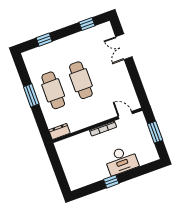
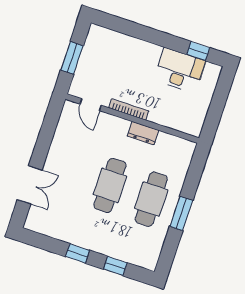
window: (87, 24) -> (78, 253), moved
dresser: (59, 131) -> (143, 133), moved
desk: (121, 160) -> (180, 70), moved
window: (111, 181) -> (198, 51), moved

